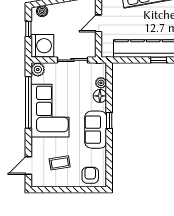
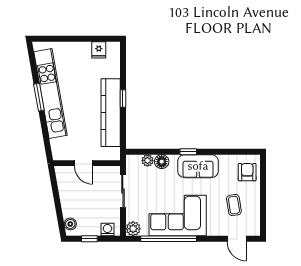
washing machine: (42, 46) -> (107, 230), width x0.53, depth x0.53
armchair: (90, 175) -> (247, 172), turned 90

